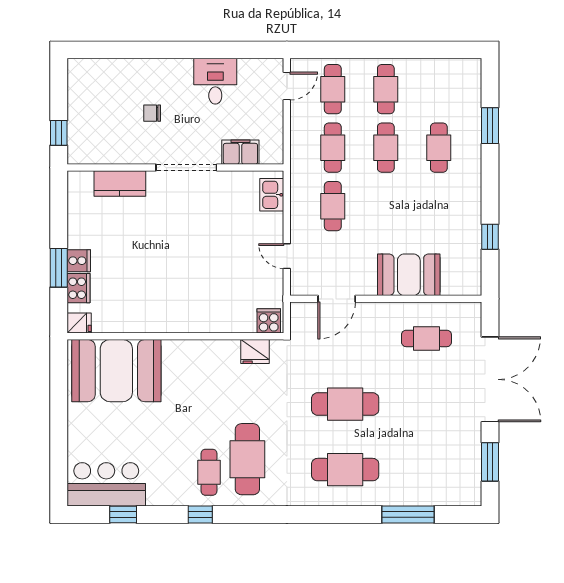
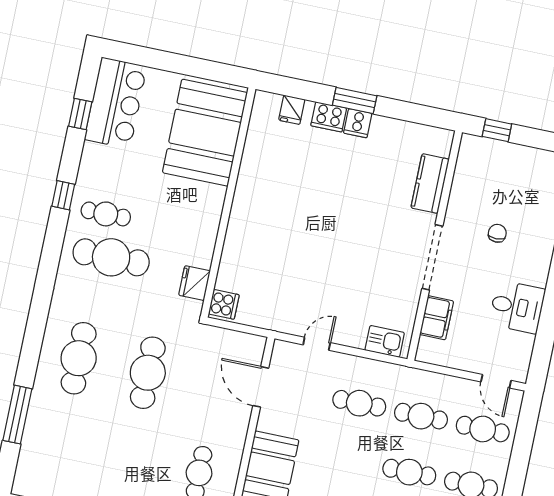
cooker: (269, 321) -> (224, 304), moved
wall: (175, 336) -> (228, 202), moved
fridge: (255, 352) -> (194, 283), moved
booth: (116, 371) -> (205, 133), moved

